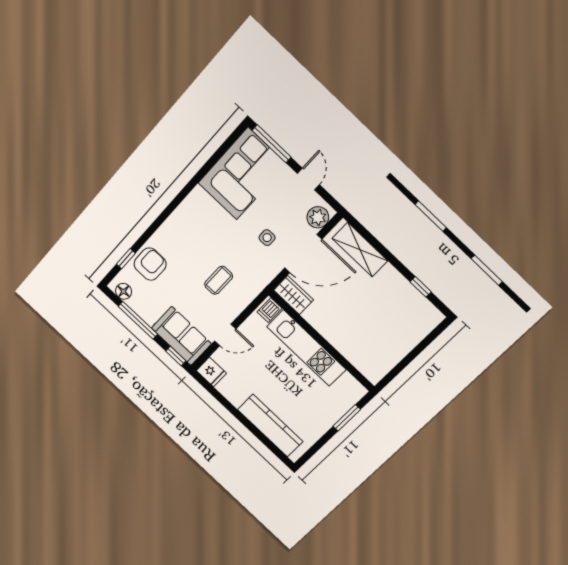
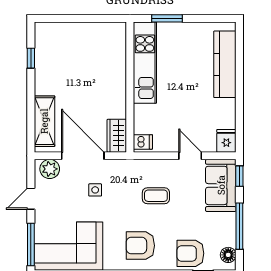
armchair: (191, 231) -> (140, 246), added
kitchen unit: (306, 348) -> (145, 63), moved

